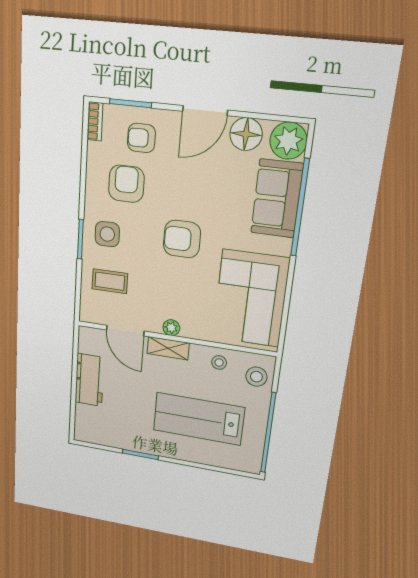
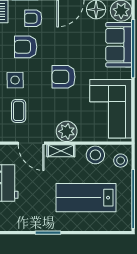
armchair: (126, 184) -> (26, 47), turned -90
coffee table: (110, 281) -> (19, 111), turned 90
plant: (171, 328) -> (67, 131), width x1.88, depth x1.88
stool: (219, 363) -> (95, 155), width x1.89, depth x1.89

